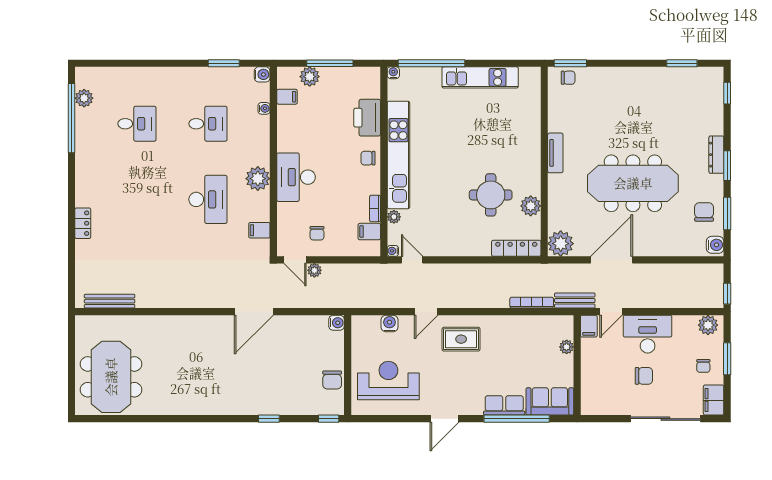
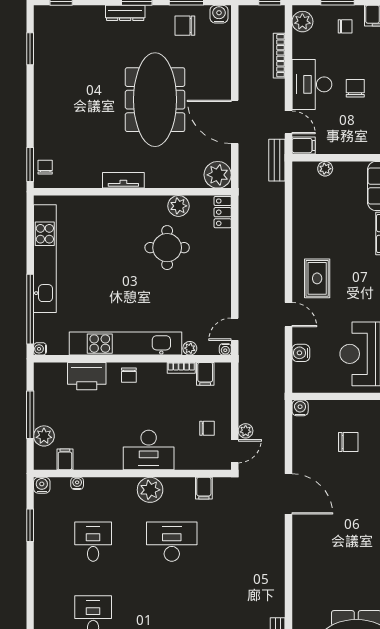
kitchen unit: (480, 77) -> (45, 259), width x1.36
locker: (516, 248) -> (223, 212), width x0.66
bookcase: (532, 303) -> (279, 56), moved
chair: (332, 380) -> (348, 442), moved

